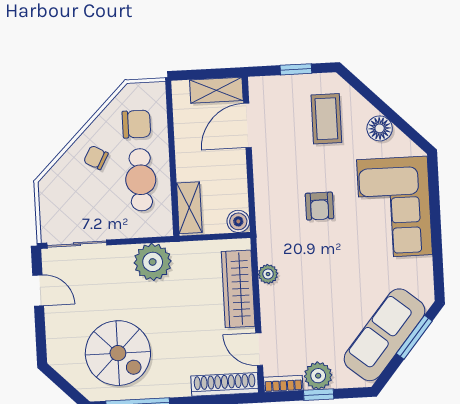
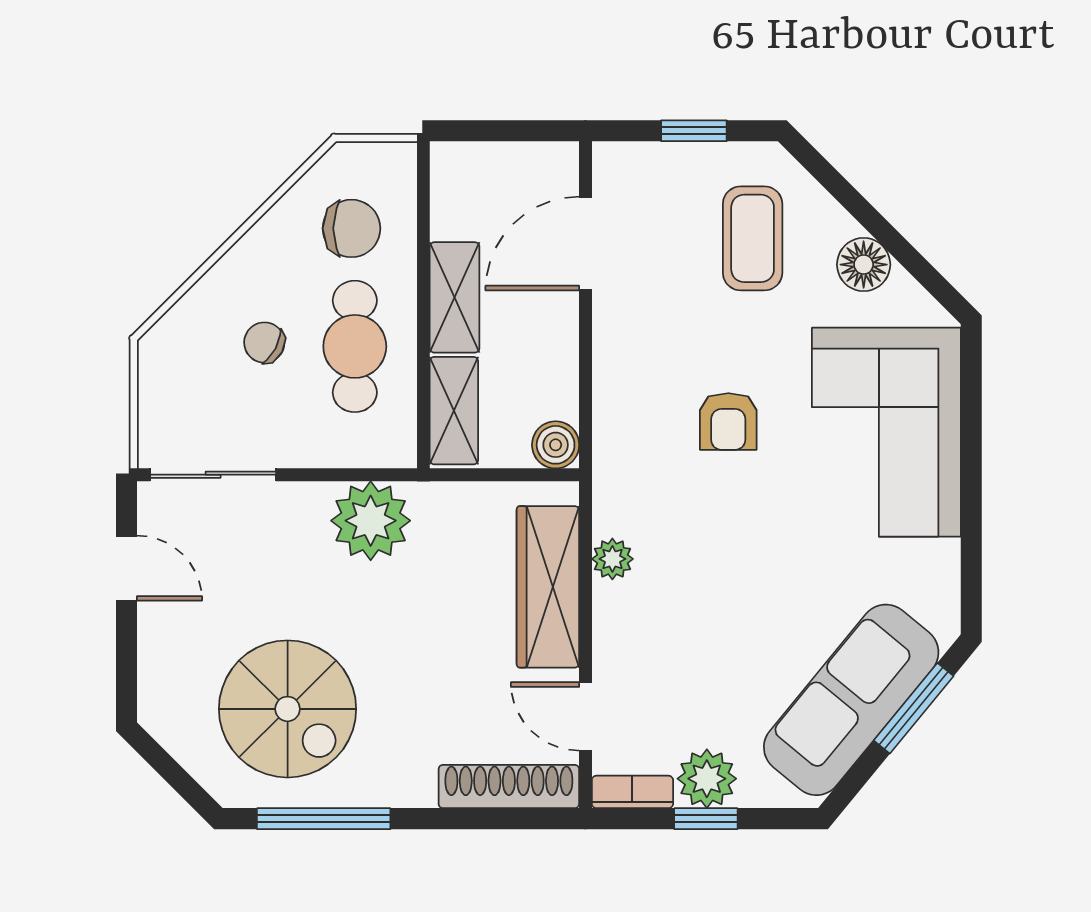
shelving: (216, 90) -> (455, 297), moved, turned 90
chair: (96, 158) -> (264, 342), moved

